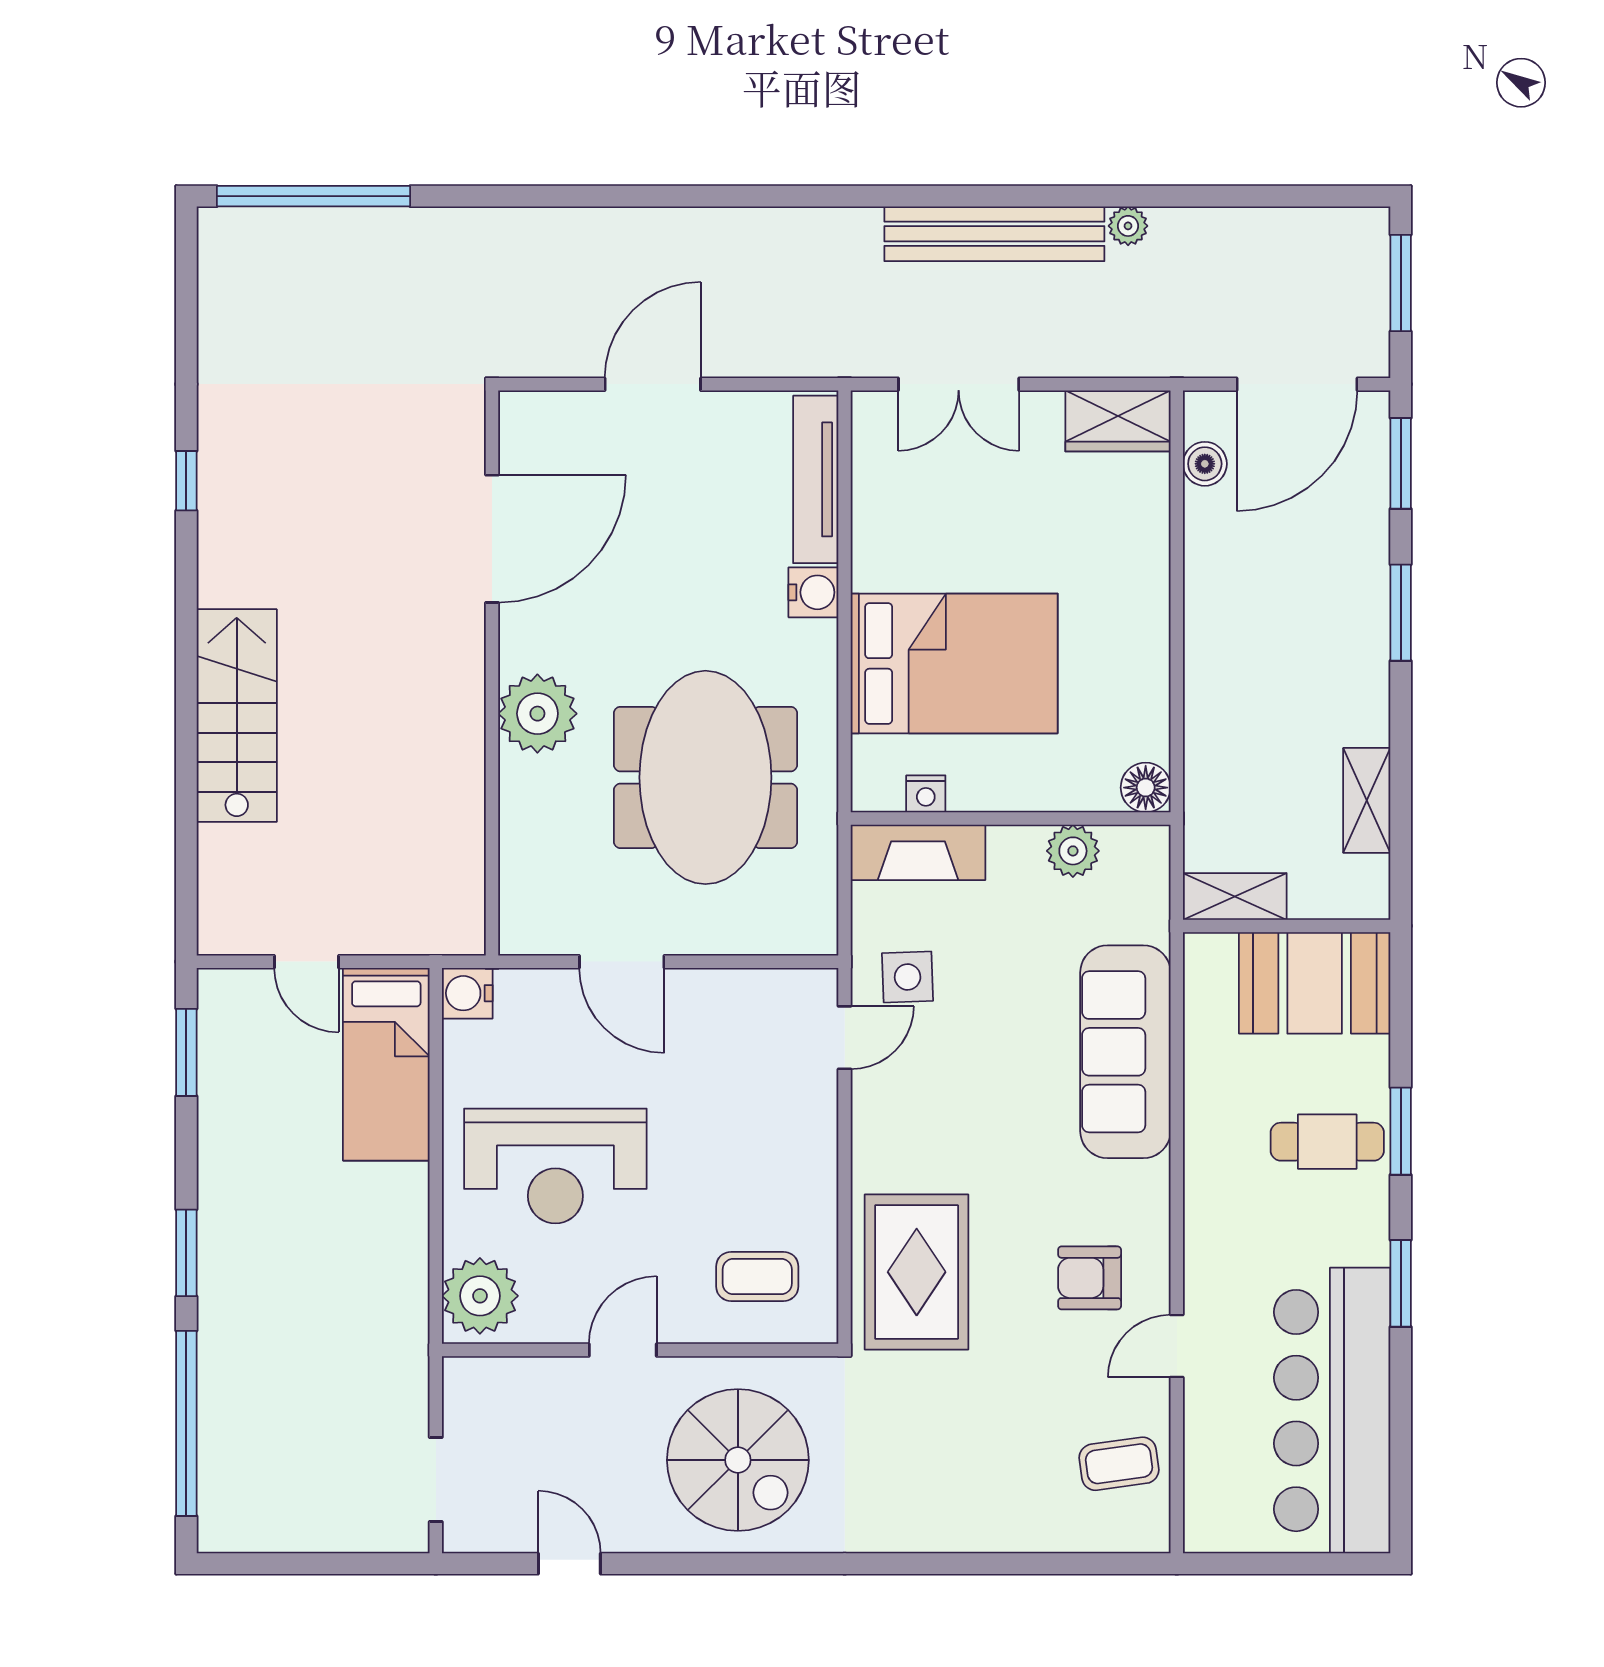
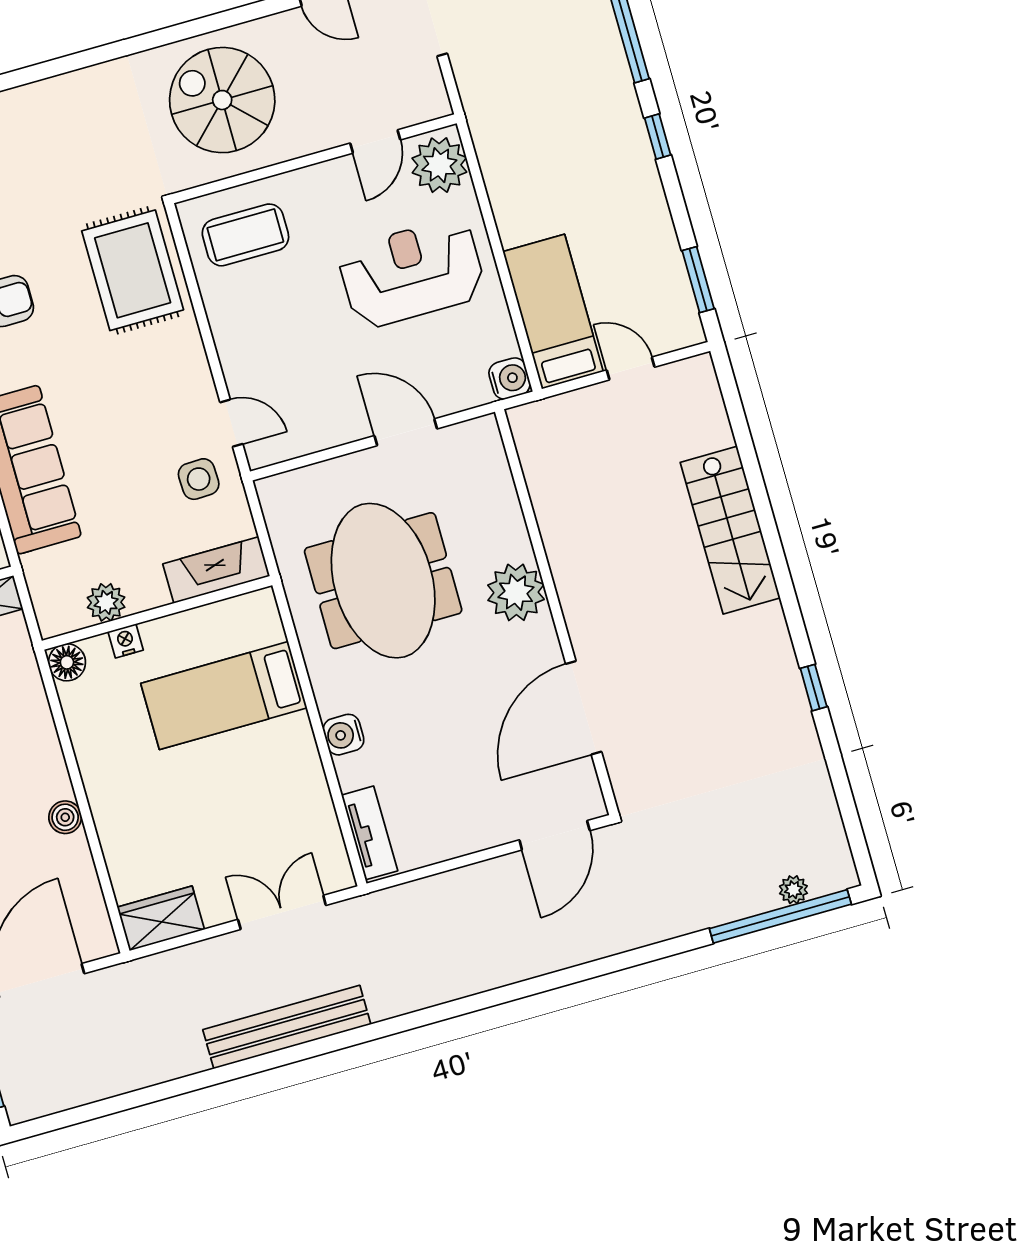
plant: (1128, 226) -> (793, 890), moved
door: (653, 384) -> (555, 835), moved
boiler: (1205, 464) -> (65, 817), moved
tv unit: (816, 479) -> (370, 833), width x0.71
bed: (954, 663) -> (224, 696), width x0.67
nightstand: (926, 794) -> (126, 641), moved
door: (845, 1038) -> (231, 423), swing flipped
window: (186, 1253) -> (658, 136), width x0.67
coffee table: (757, 1276) -> (245, 235), width x1.36, depth x1.30
door: (623, 1350) -> (375, 141), moved

